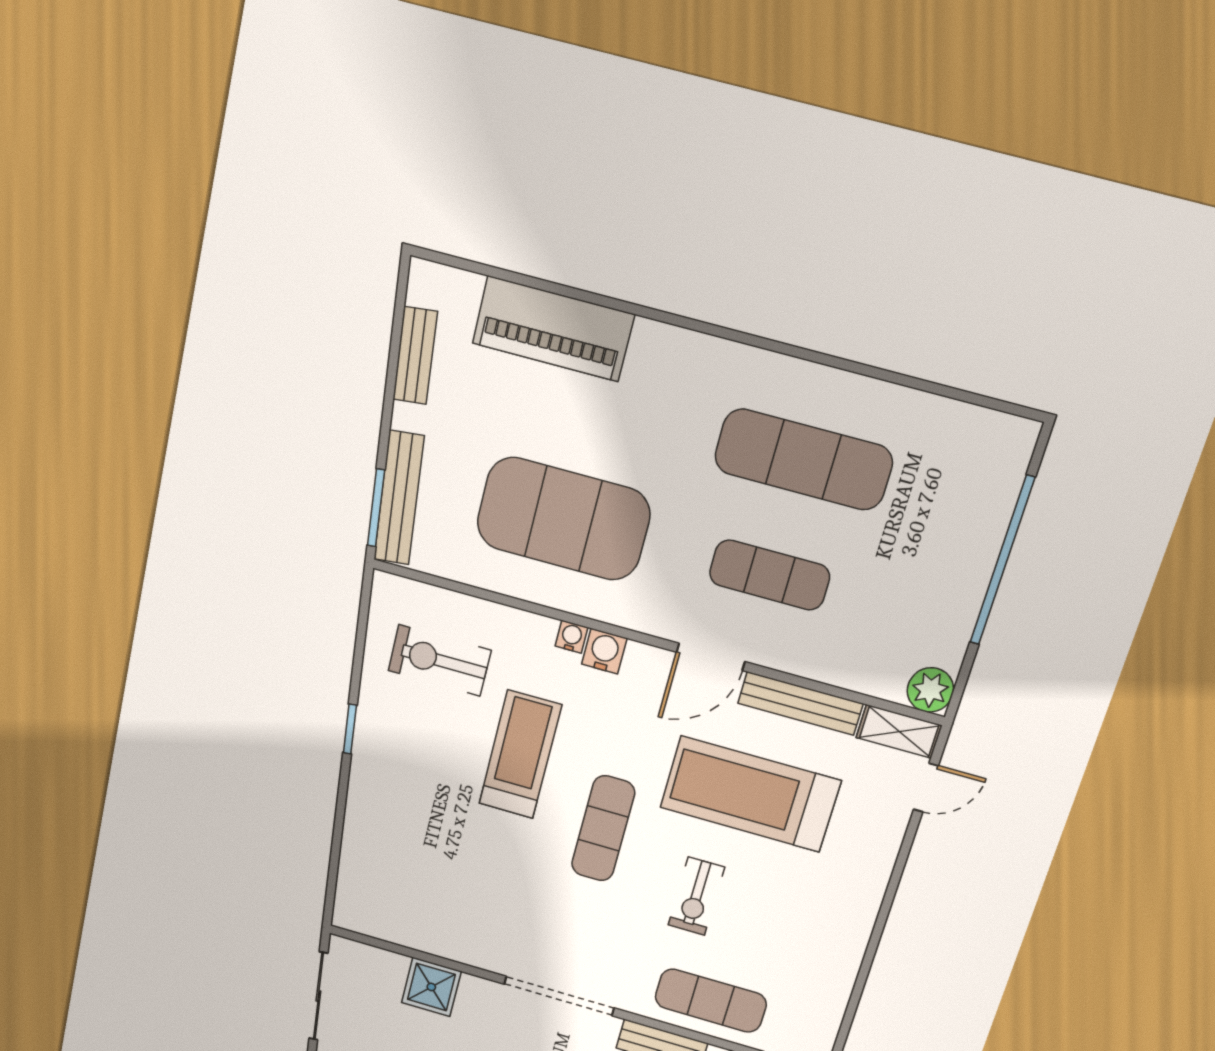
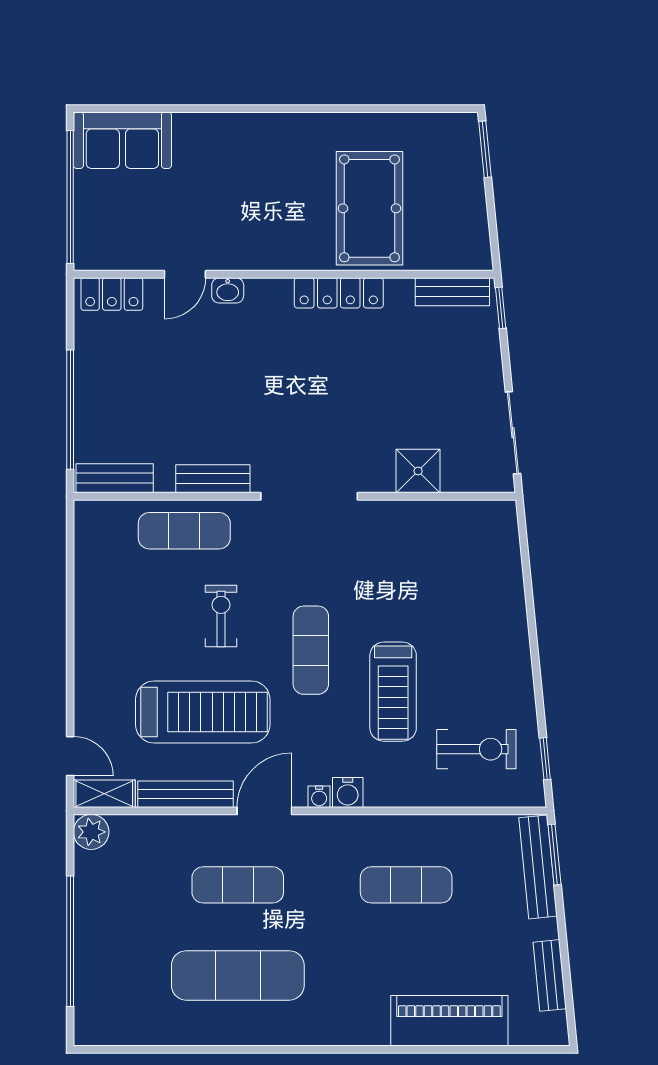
exercise mat: (563, 519) -> (406, 885), width x0.50, depth x0.69
water cooler: (572, 637) -> (319, 797), moved
window: (350, 729) -> (545, 759), moved
door: (926, 788) -> (70, 756), swing flipped

